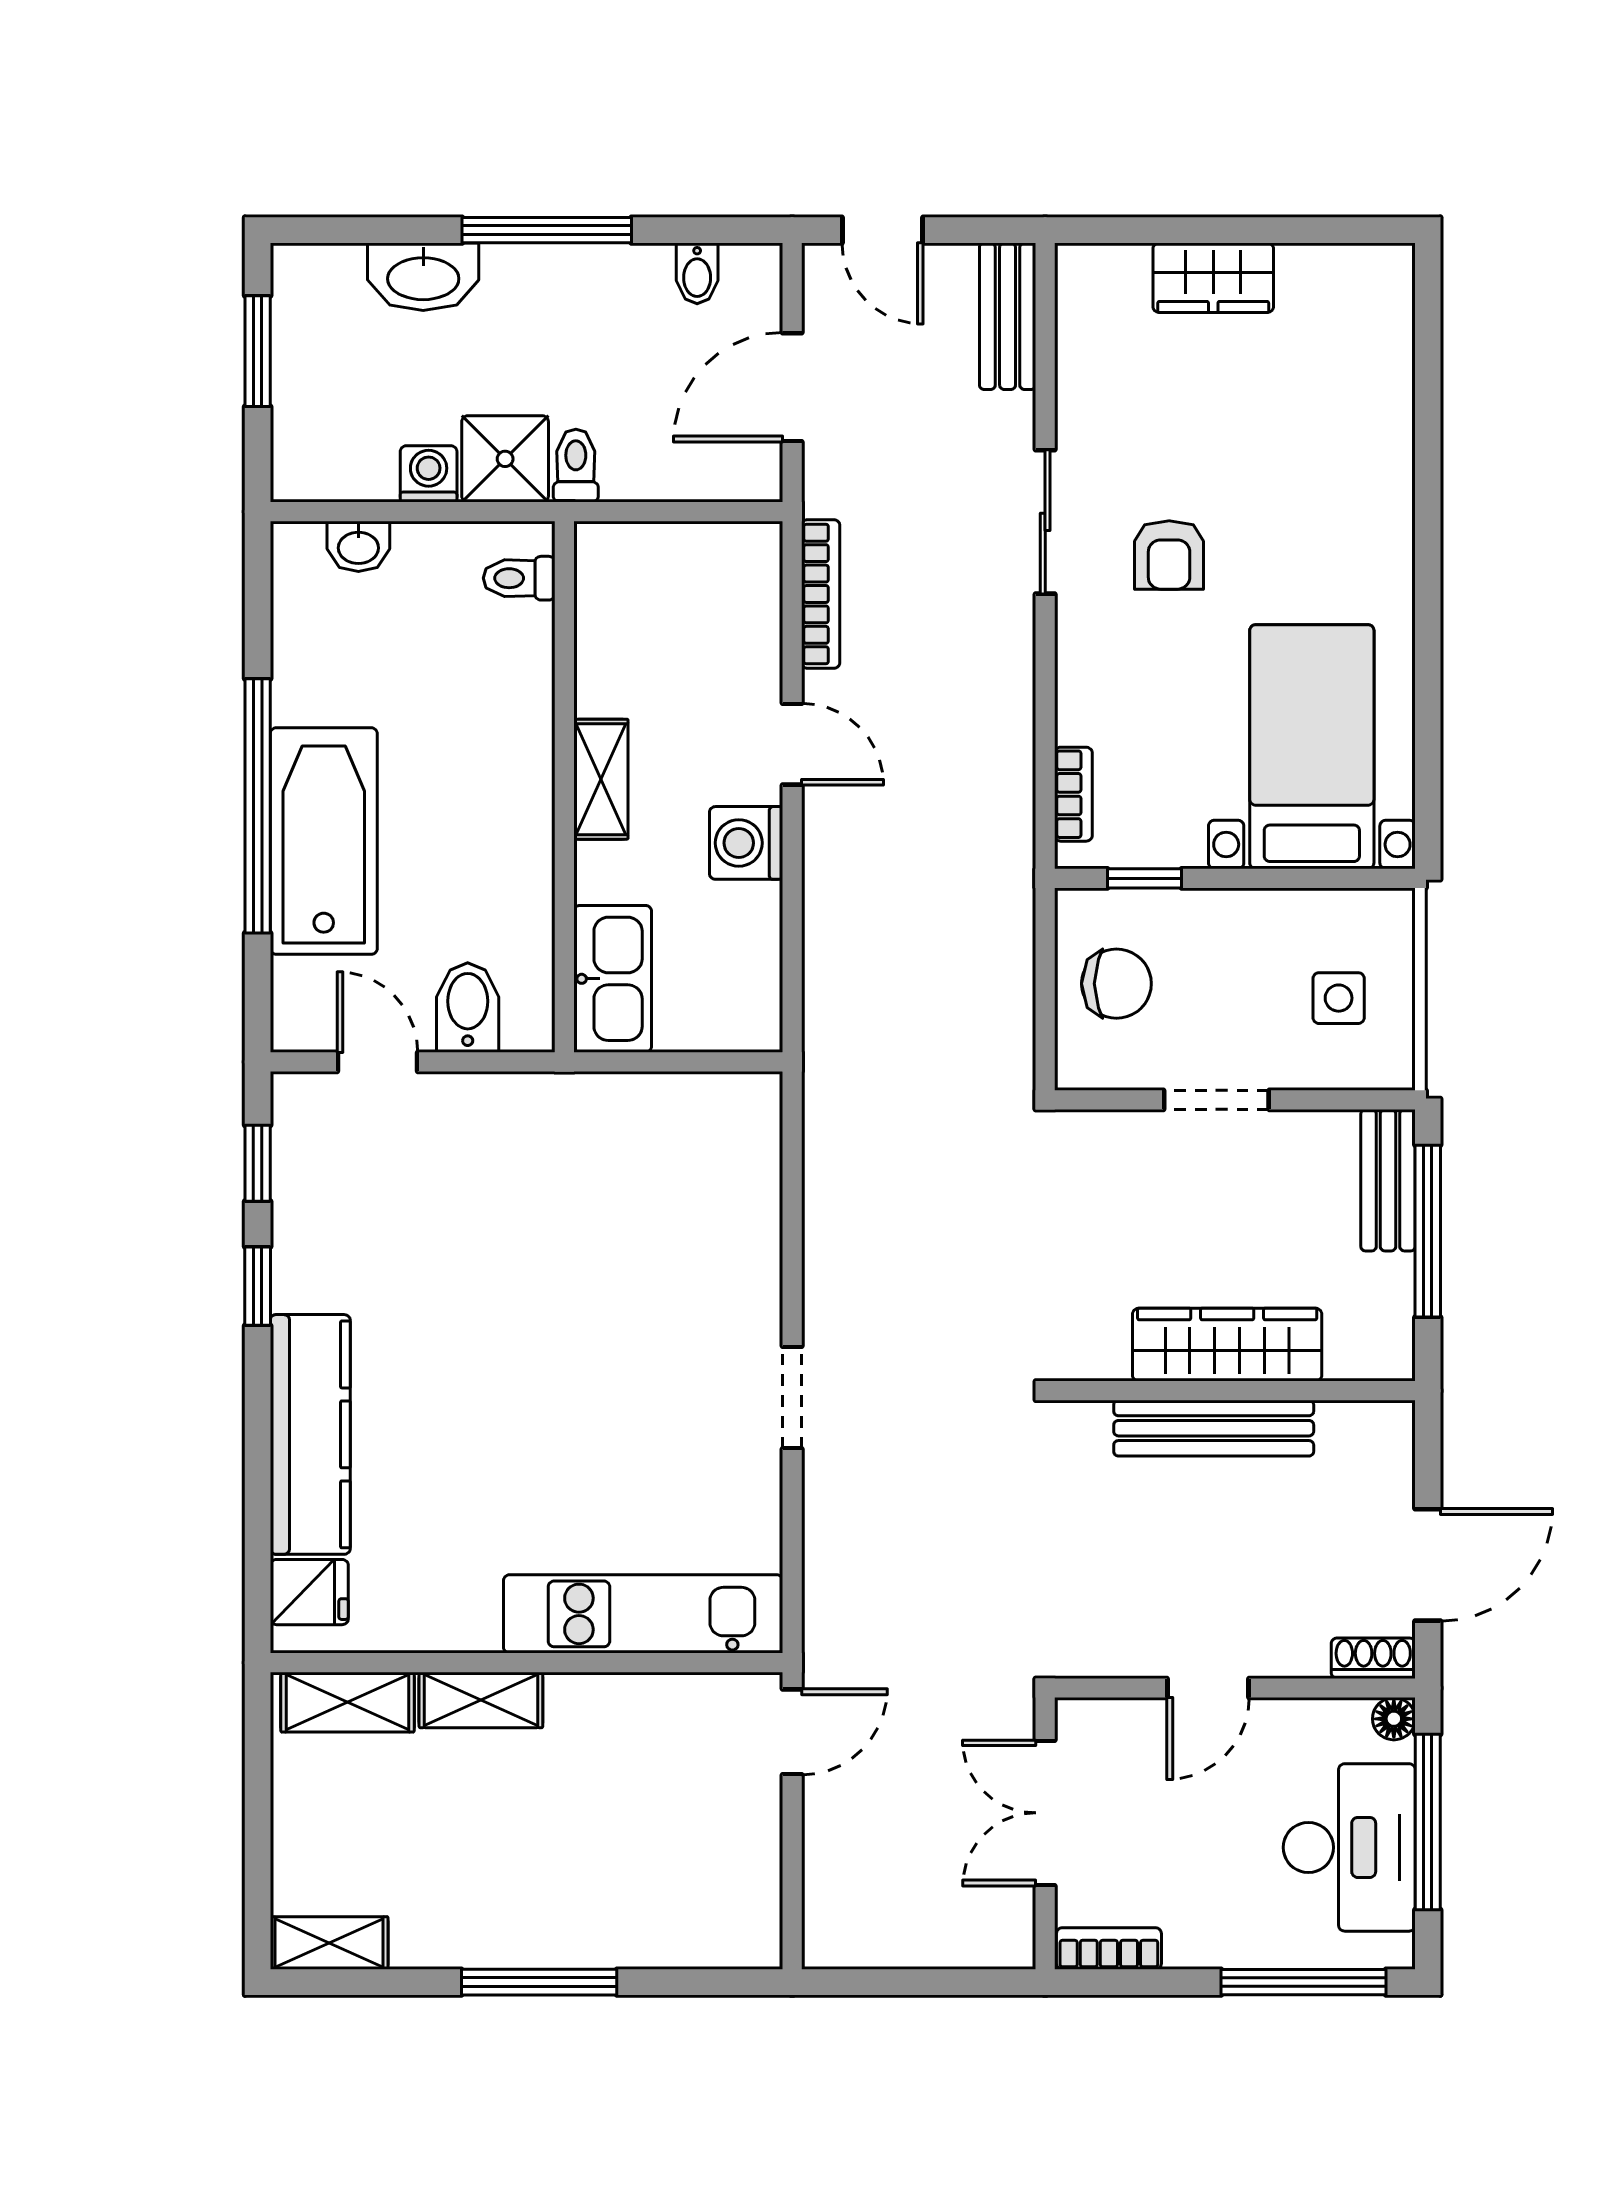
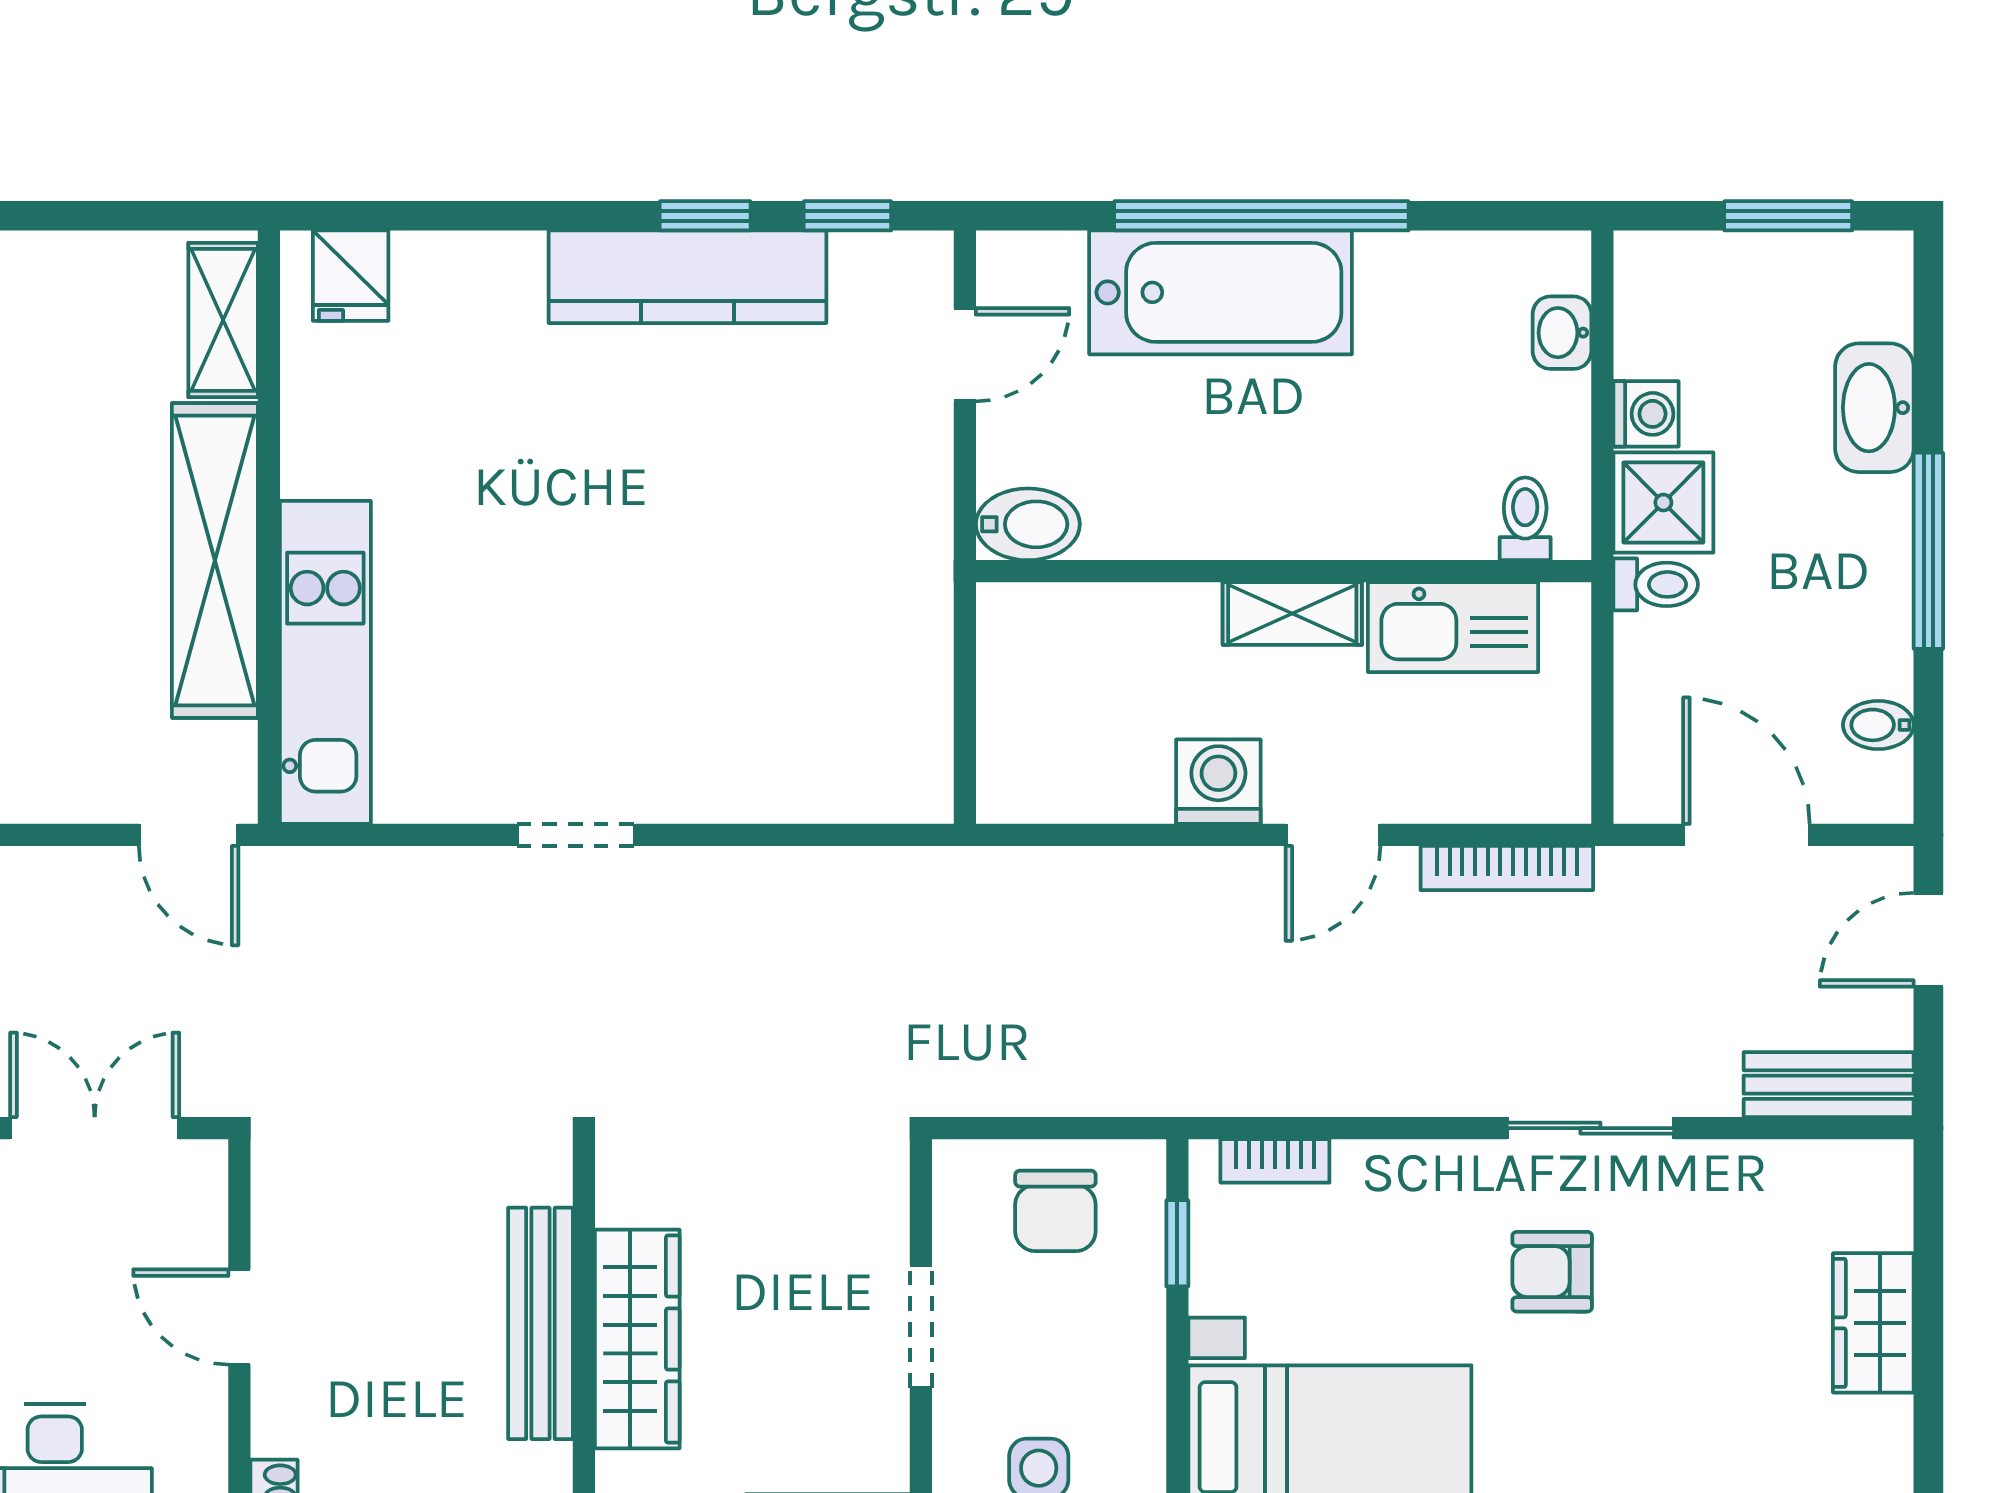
kitchen sink: (613, 979) -> (1453, 627), moved
bidet: (468, 1007) -> (1028, 524), moved
kitchen counter: (310, 1434) -> (687, 277), moved
shelving: (481, 1700) -> (215, 560), width x2.20, depth x1.33

